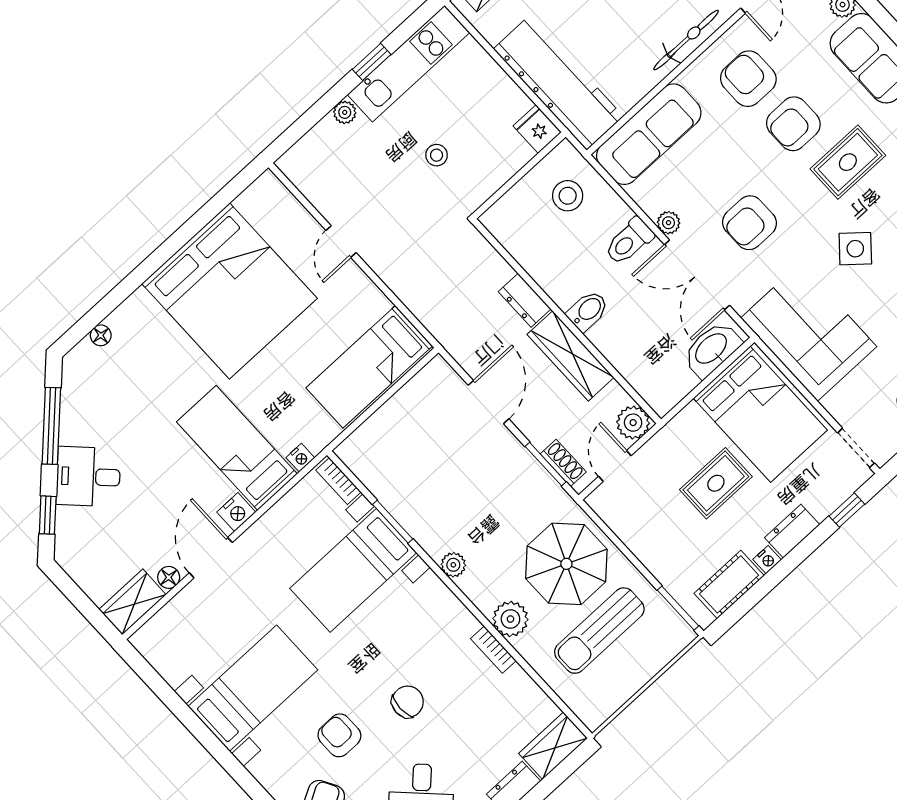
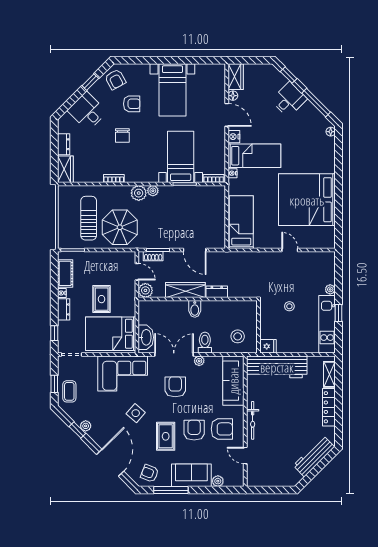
floor lamp: (101, 335) -> (331, 132), moved
plant: (510, 619) -> (139, 193), moved

